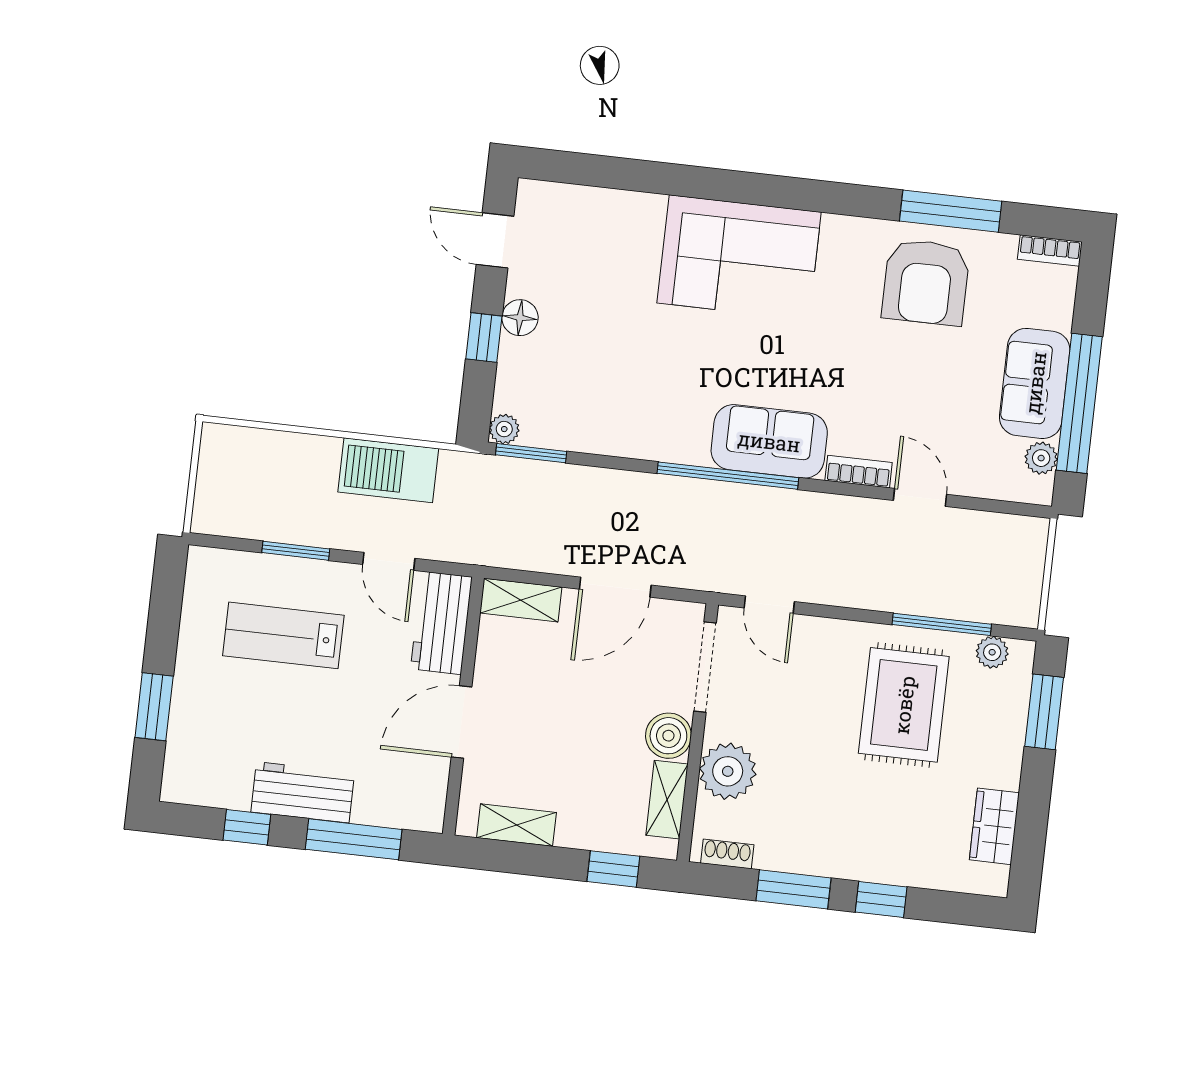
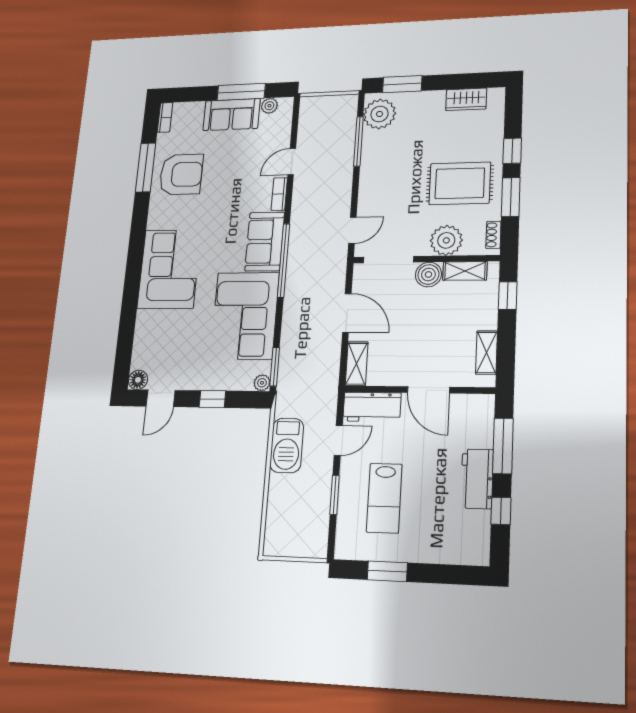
floor lamp: (520, 318) -> (138, 380), moved
corner sofa: (632, 400) -> (245, 316), added
window: (1079, 403) -> (241, 92), width x0.68
plant: (992, 652) -> (380, 114), width x1.88, depth x1.88
rug: (904, 705) -> (460, 183), moved
window: (154, 707) -> (387, 571), moved

